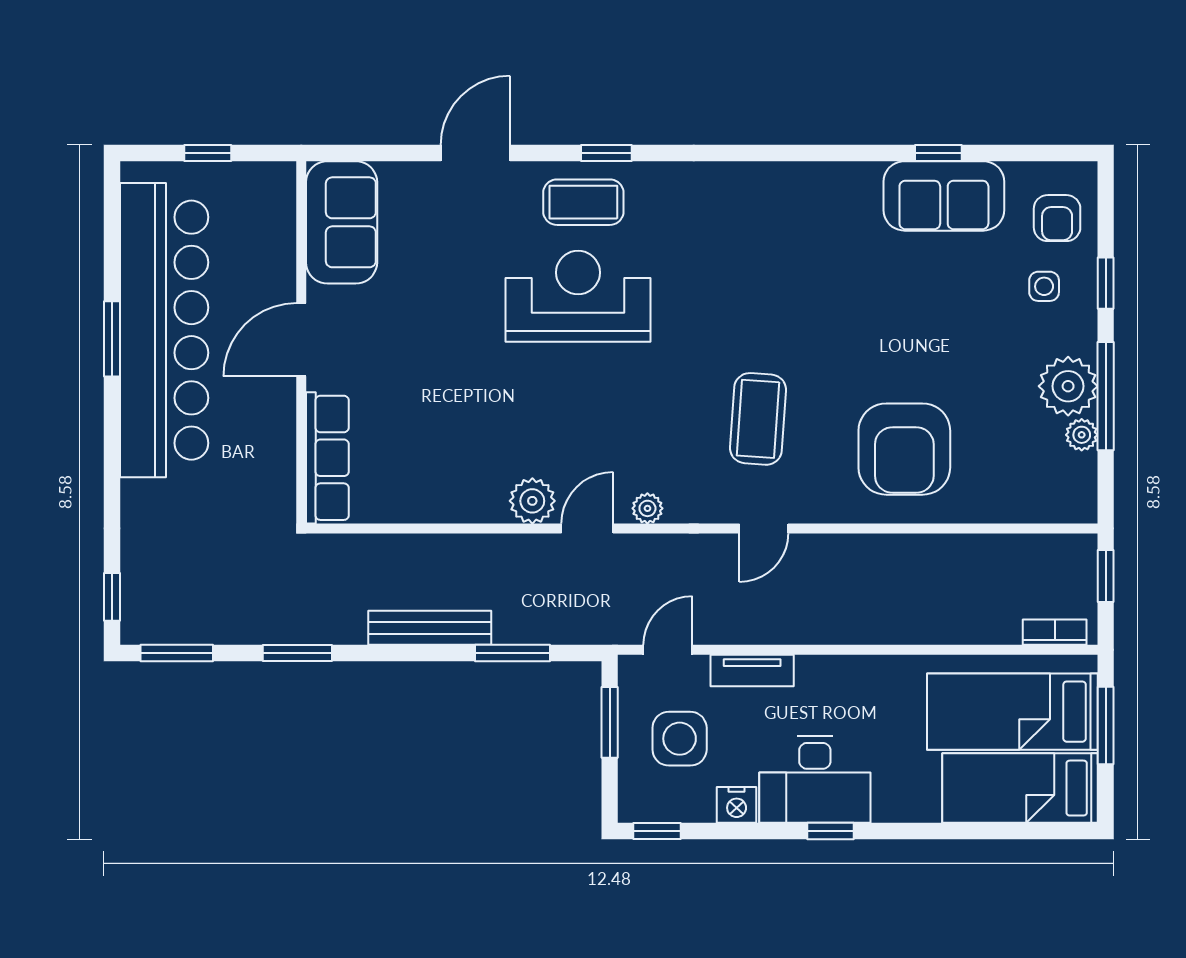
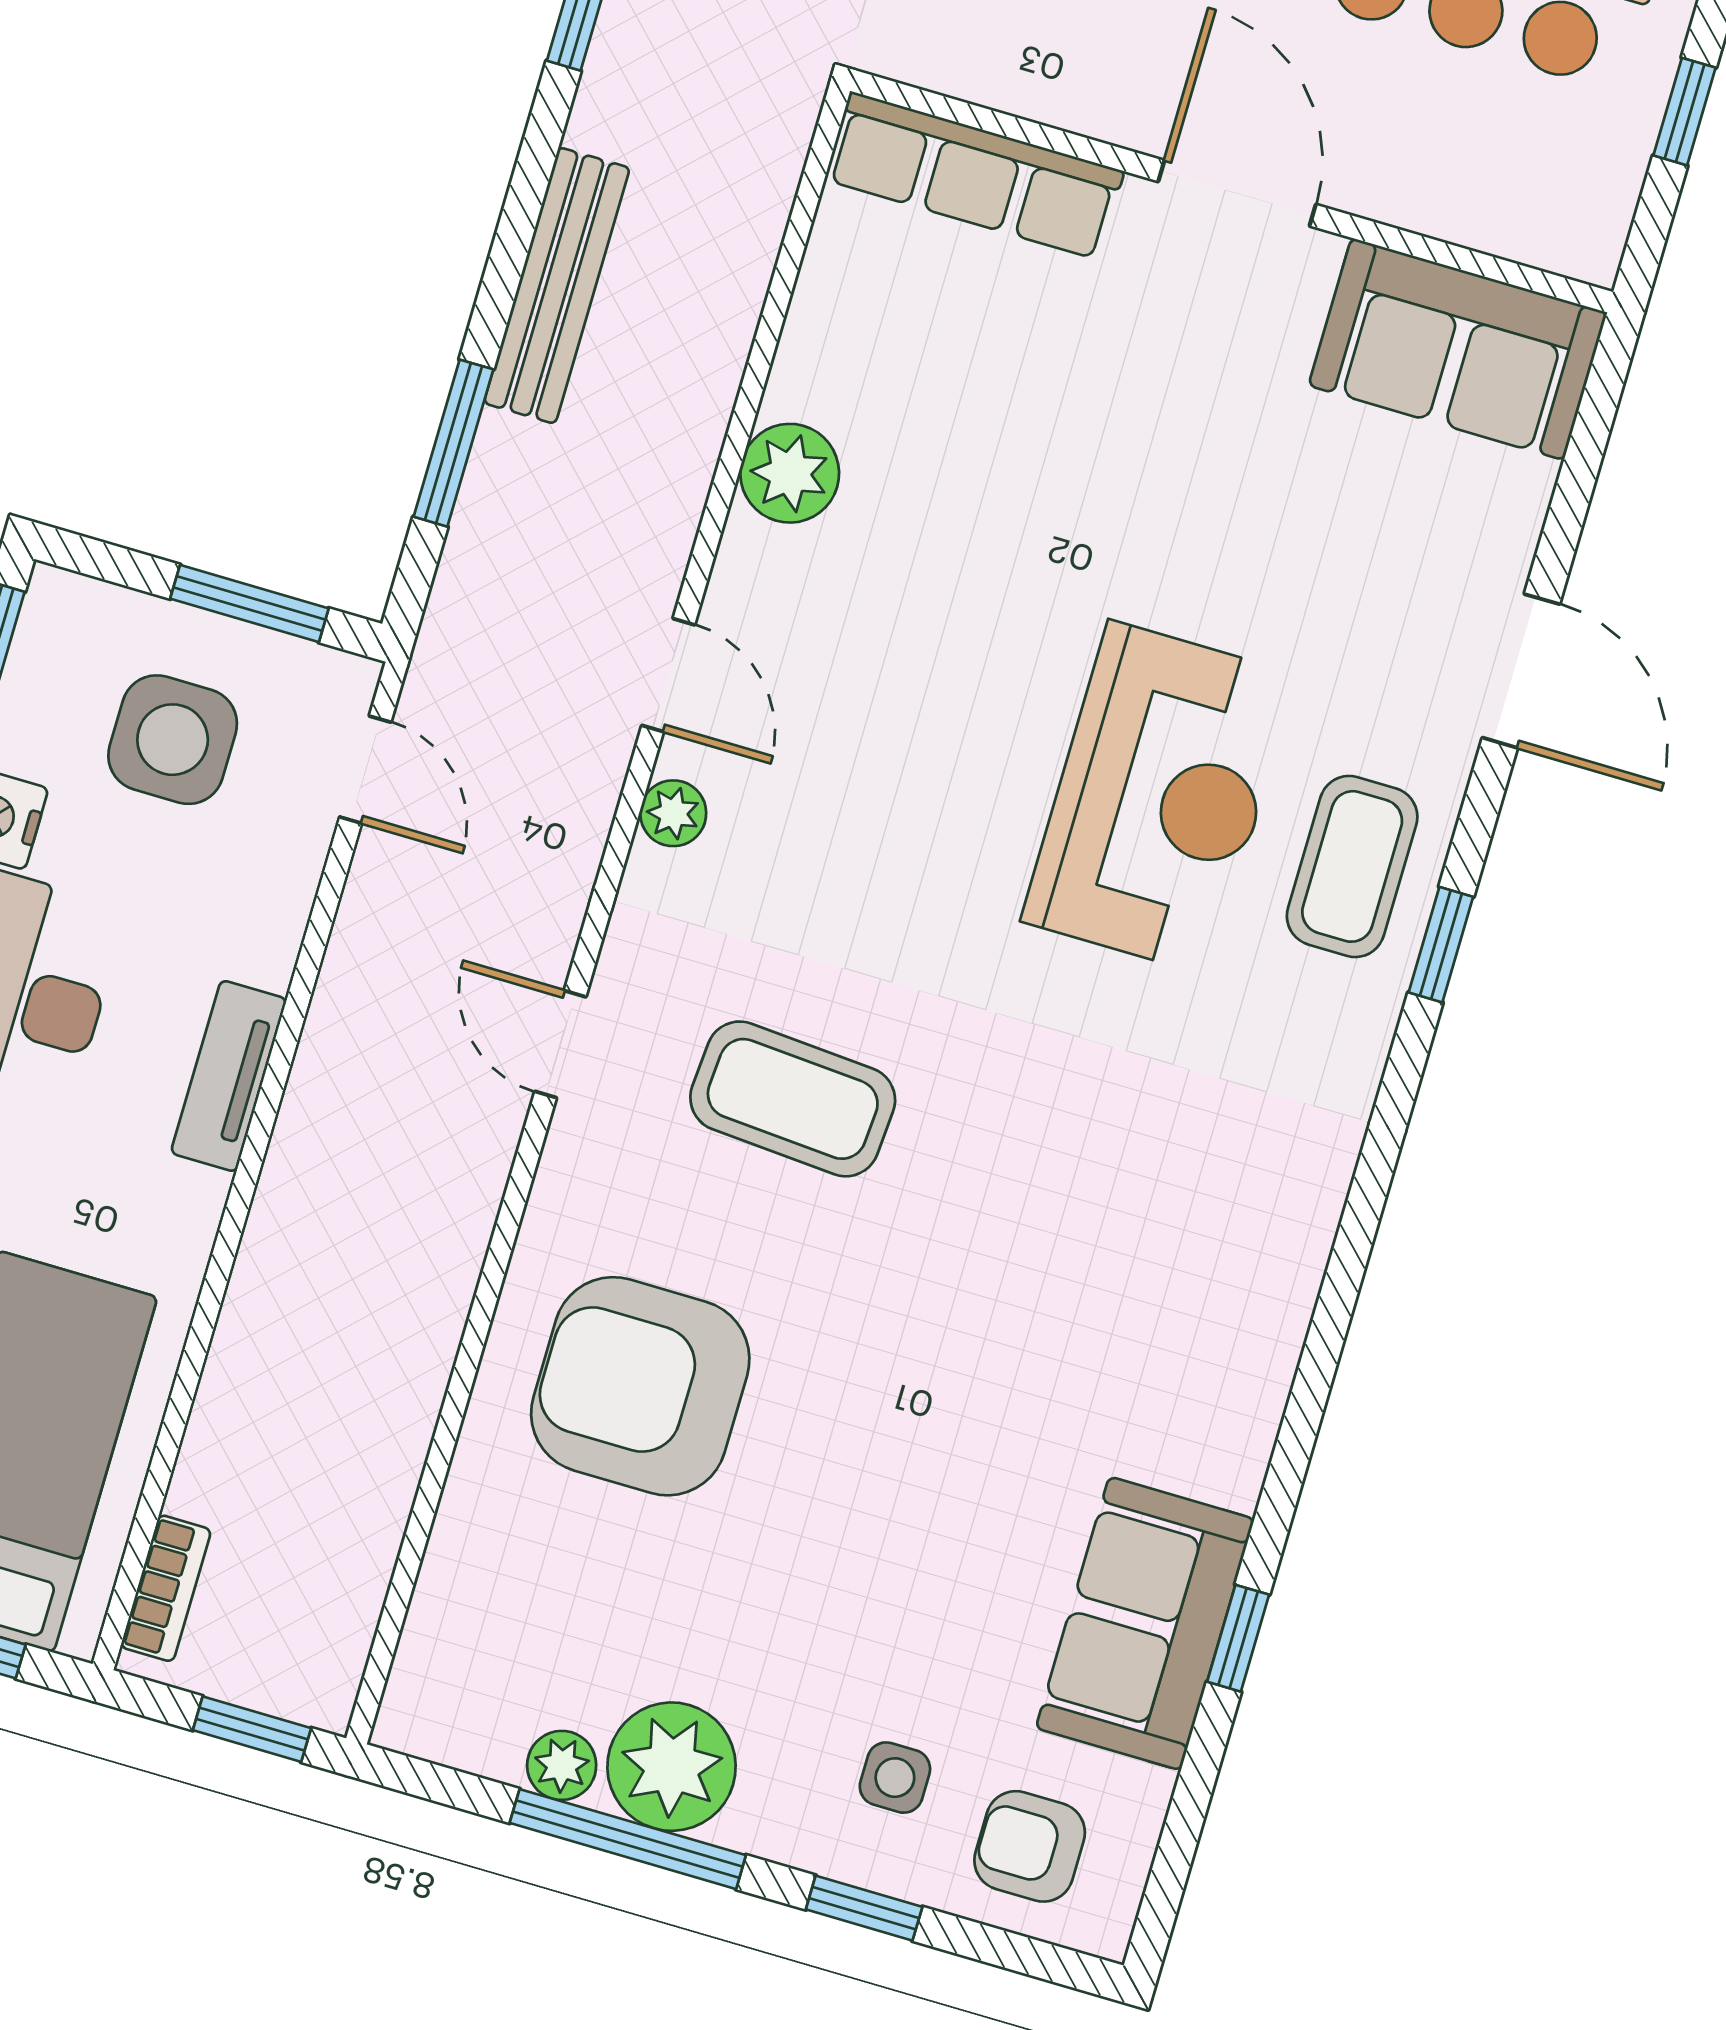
plant: (532, 501) -> (790, 473), moved
tv unit: (752, 671) -> (229, 1076), moved

